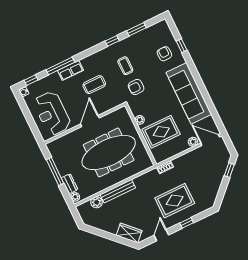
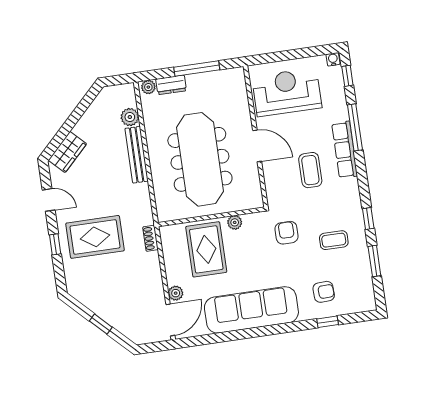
coffee table: (125, 66) -> (334, 240), moved
row of seats: (71, 70) -> (345, 150), width x1.48
window: (229, 170) -> (101, 324), moved
rug: (175, 201) -> (95, 237), turned 90

